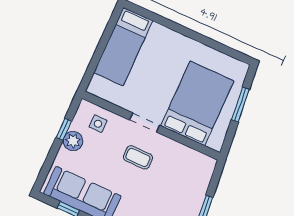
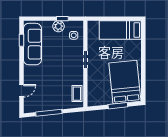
bed: (197, 103) -> (125, 82), moved, turned -96
coffee table: (138, 157) -> (77, 94), moved

